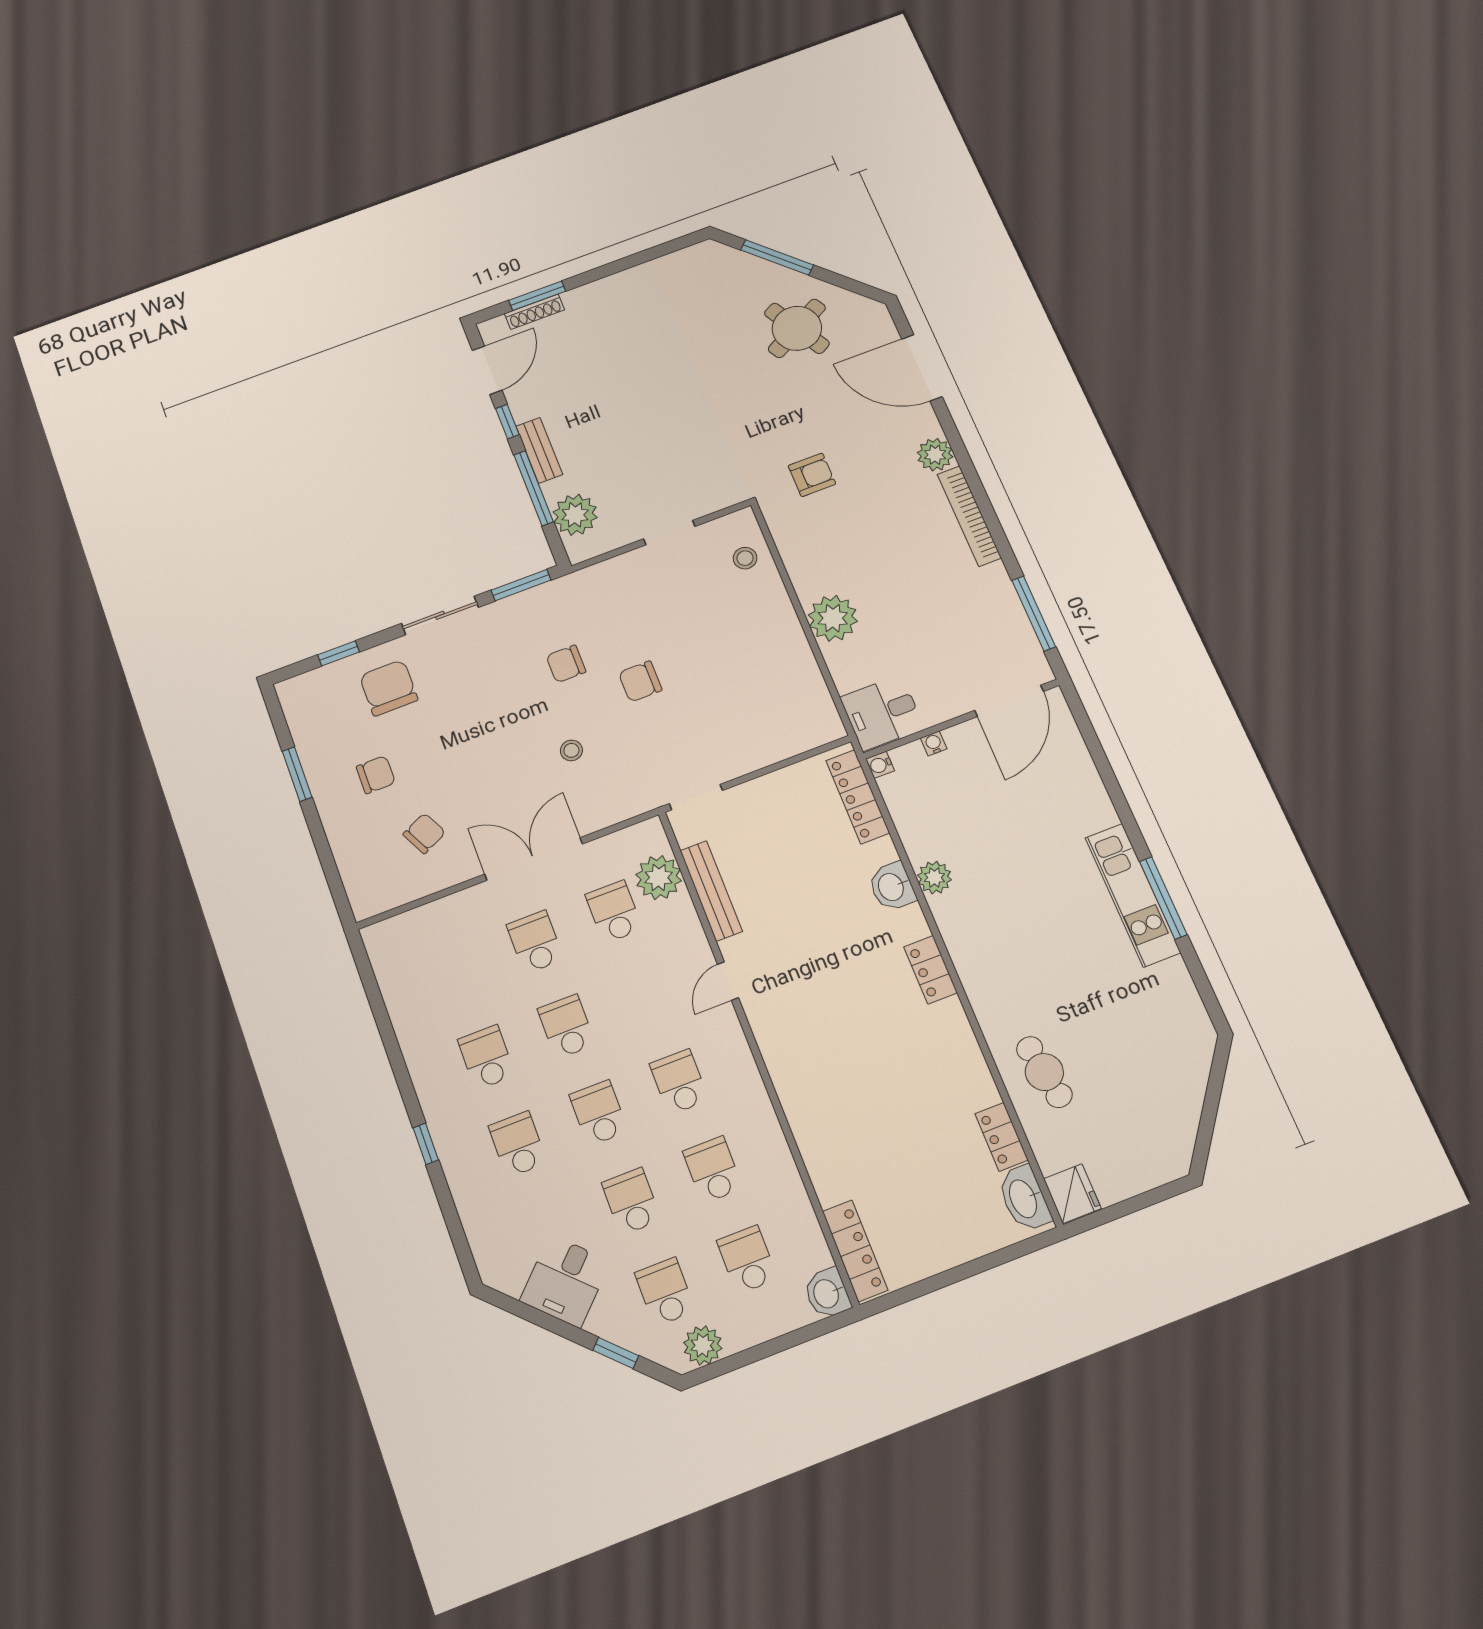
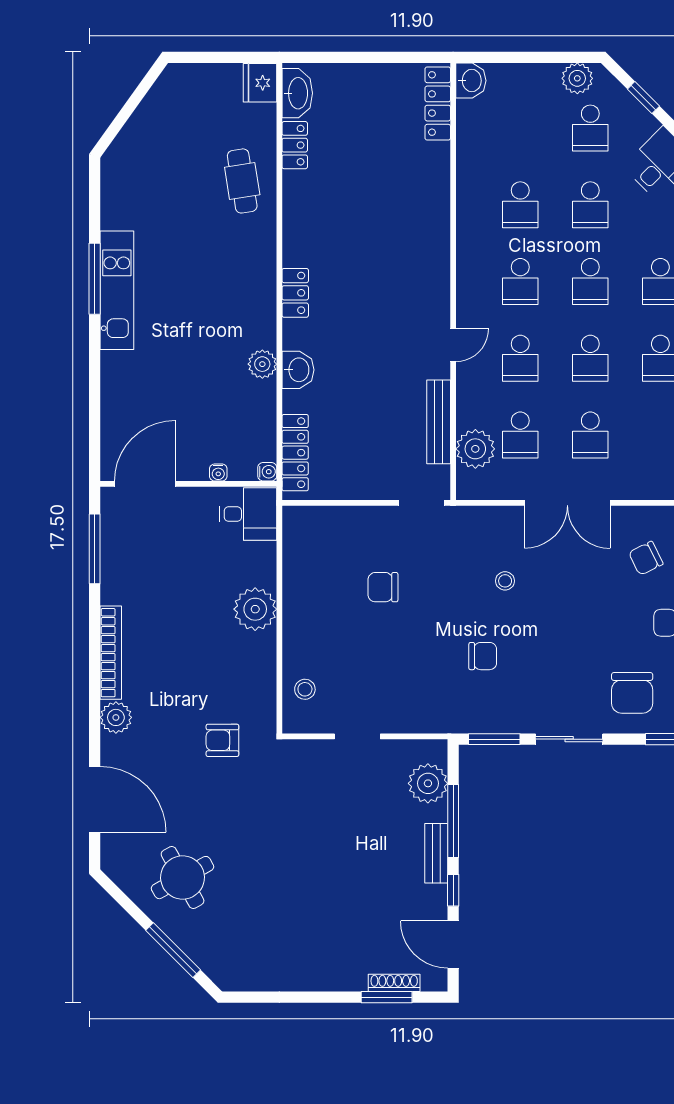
door: (487, 370) -> (453, 945), hinge flipped
chair: (640, 681) -> (383, 587), moved, turned 180
school desk: (747, 1260) -> (520, 358), moved

